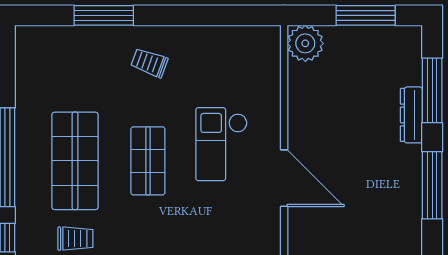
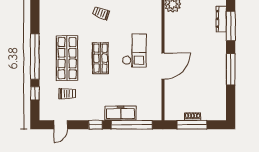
dresser: (411, 115) -> (221, 19), moved
checkout: (221, 144) -> (134, 50), turned 180
door: (284, 178) -> (163, 66), hinge flipped

